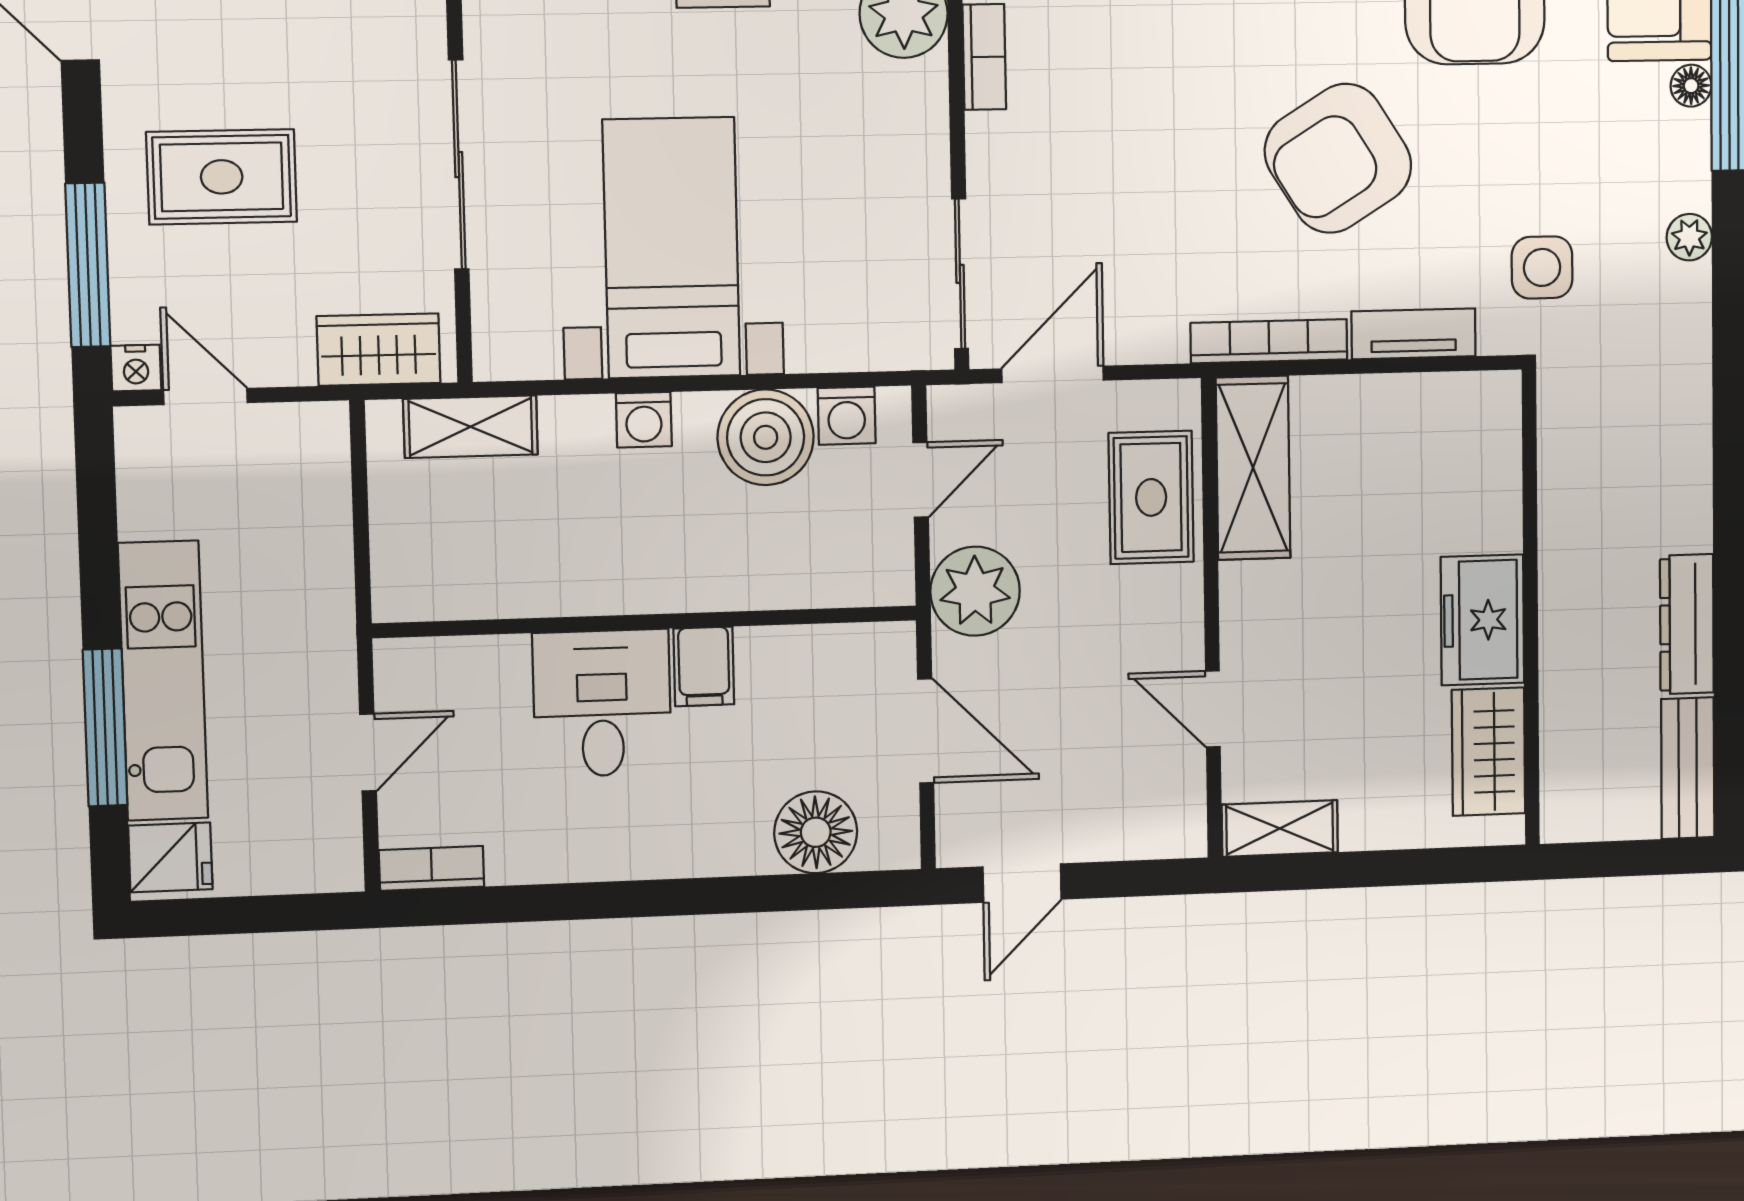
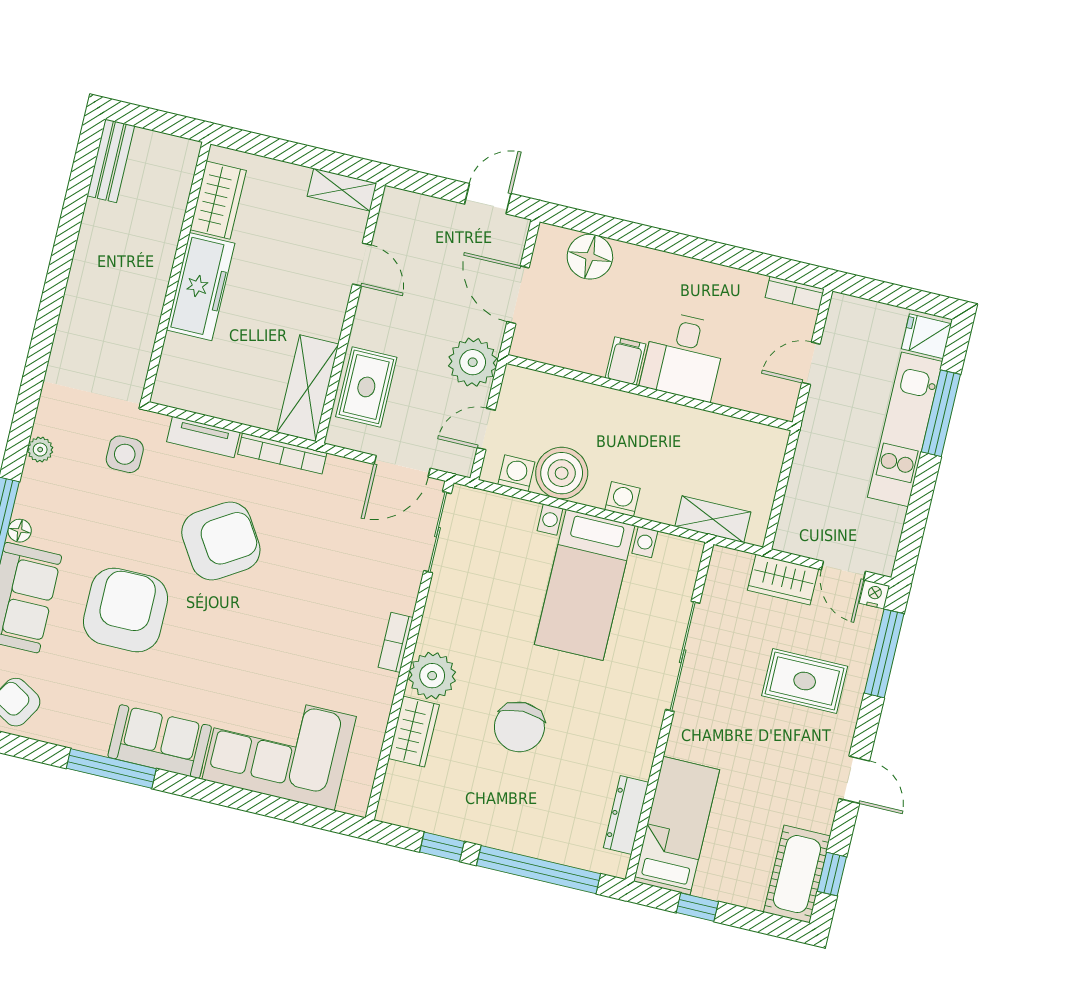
wardrobe: (379, 350) -> (783, 580), moved
freezer: (1482, 620) -> (201, 287), width x1.40
dresser: (1687, 624) -> (92, 240), removed

